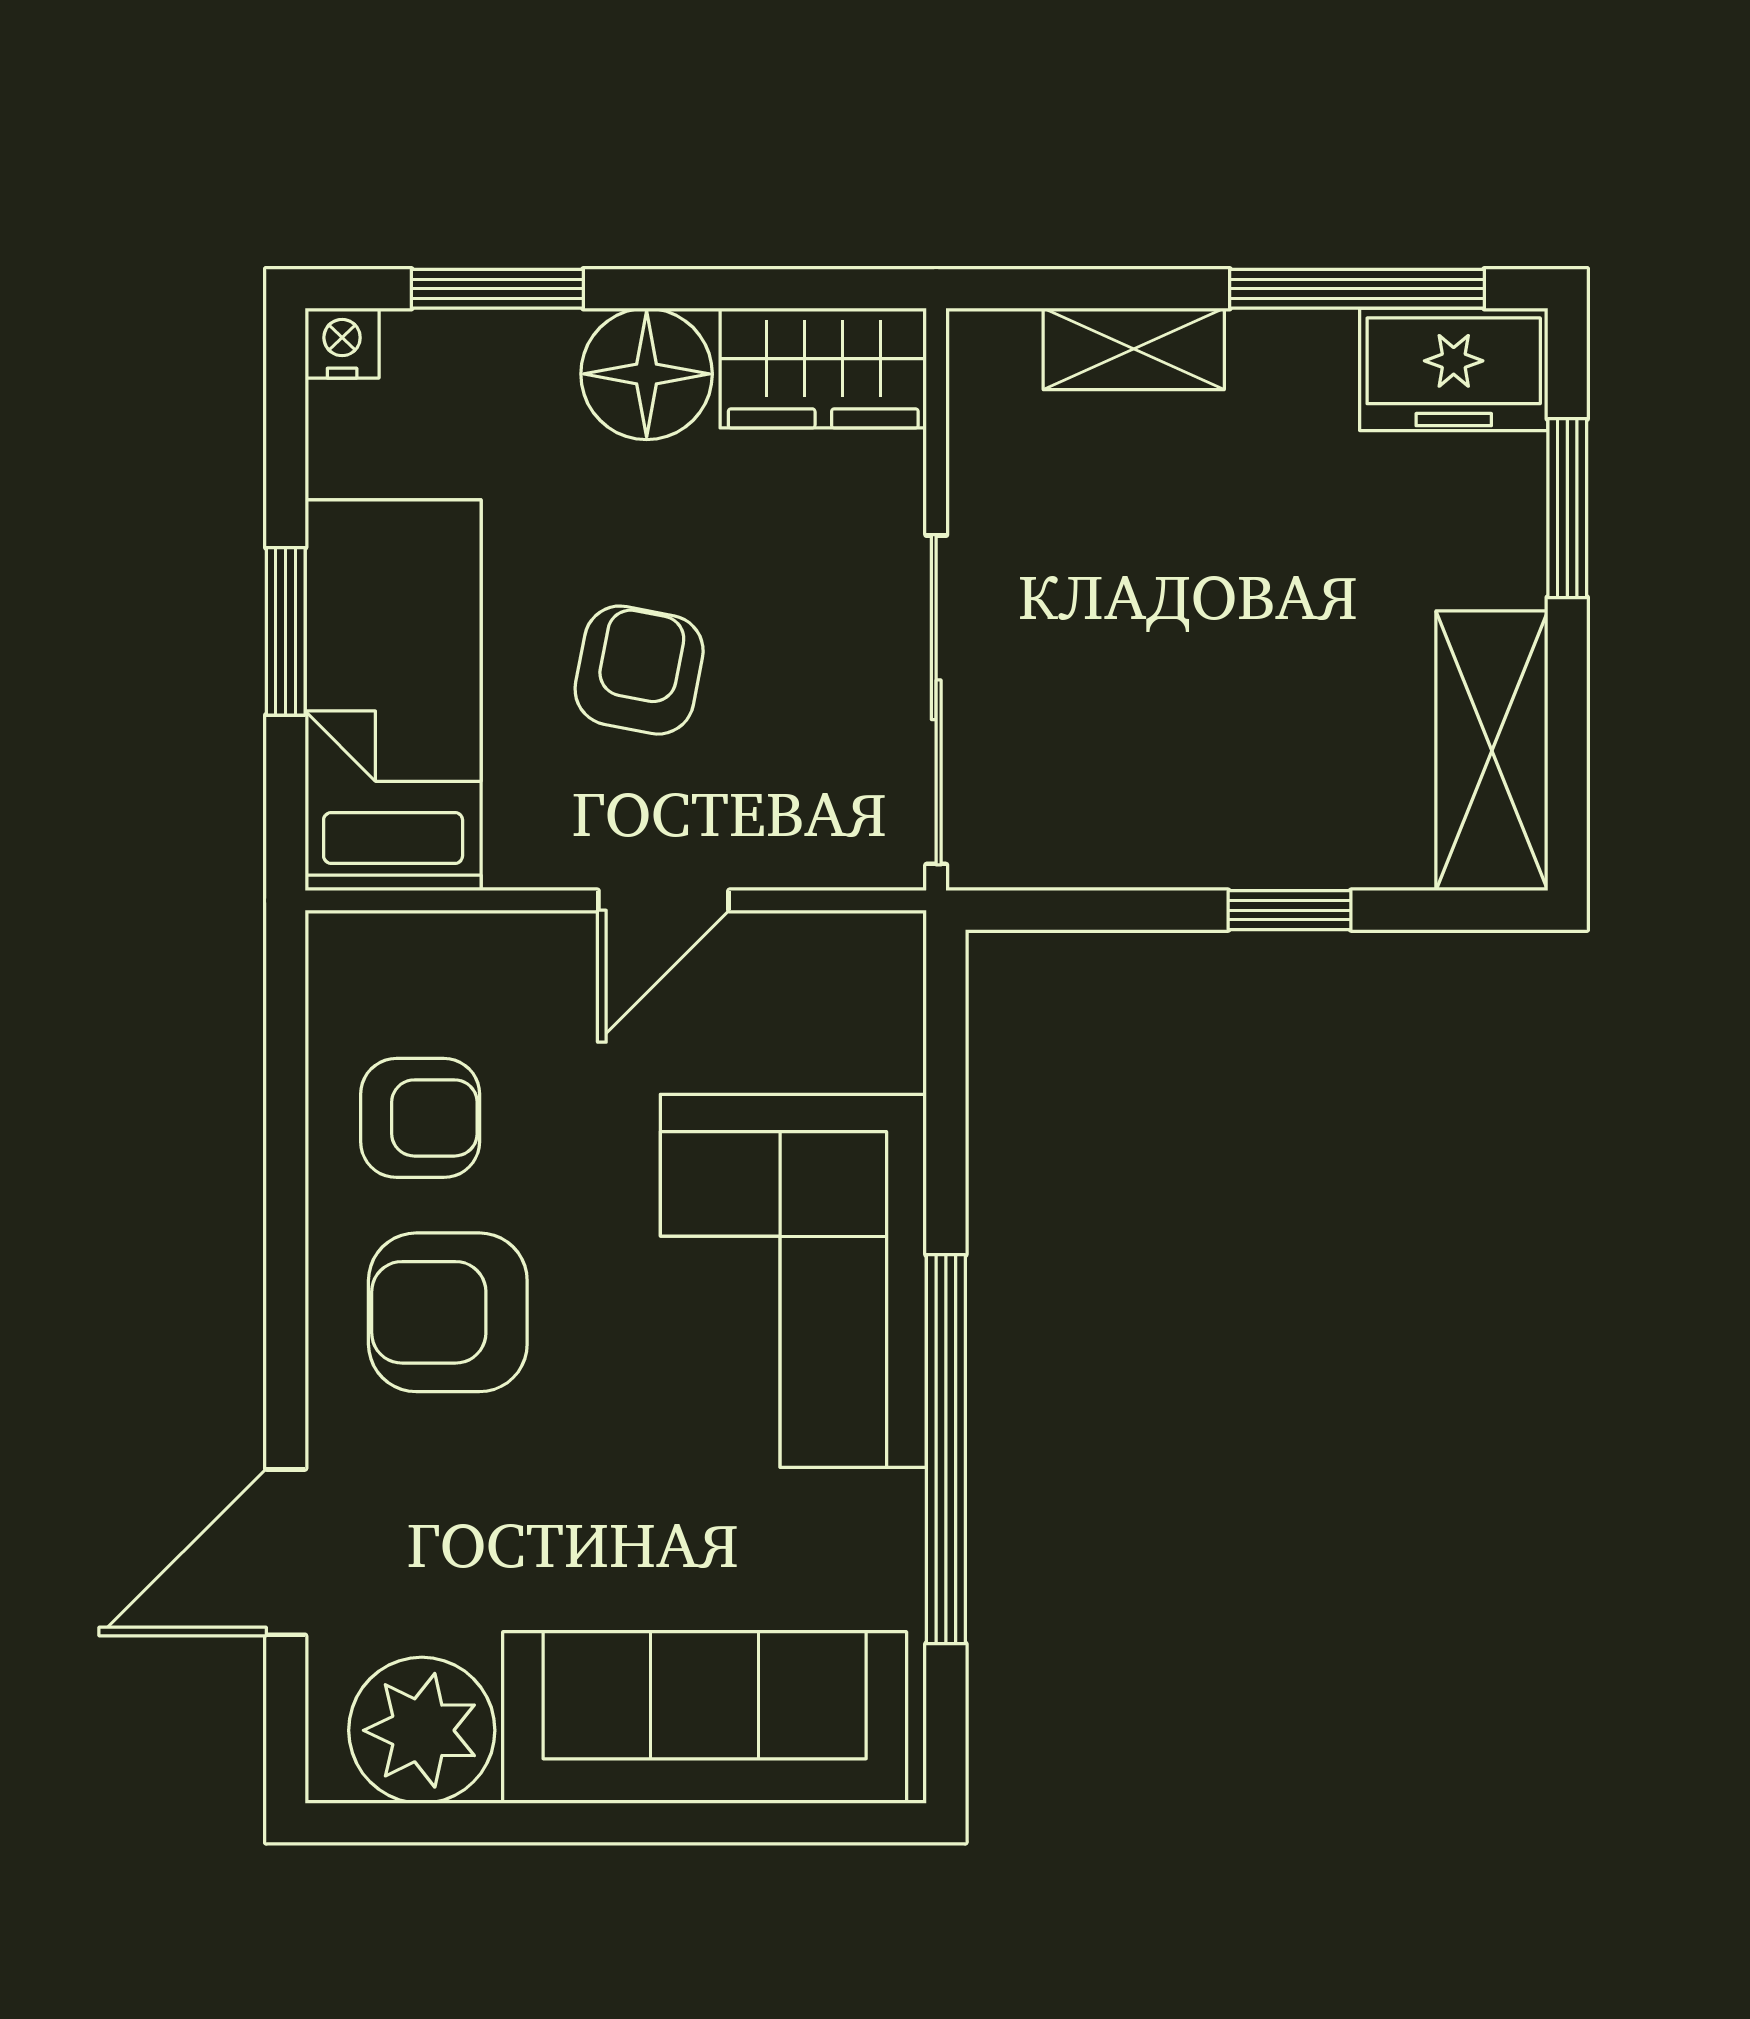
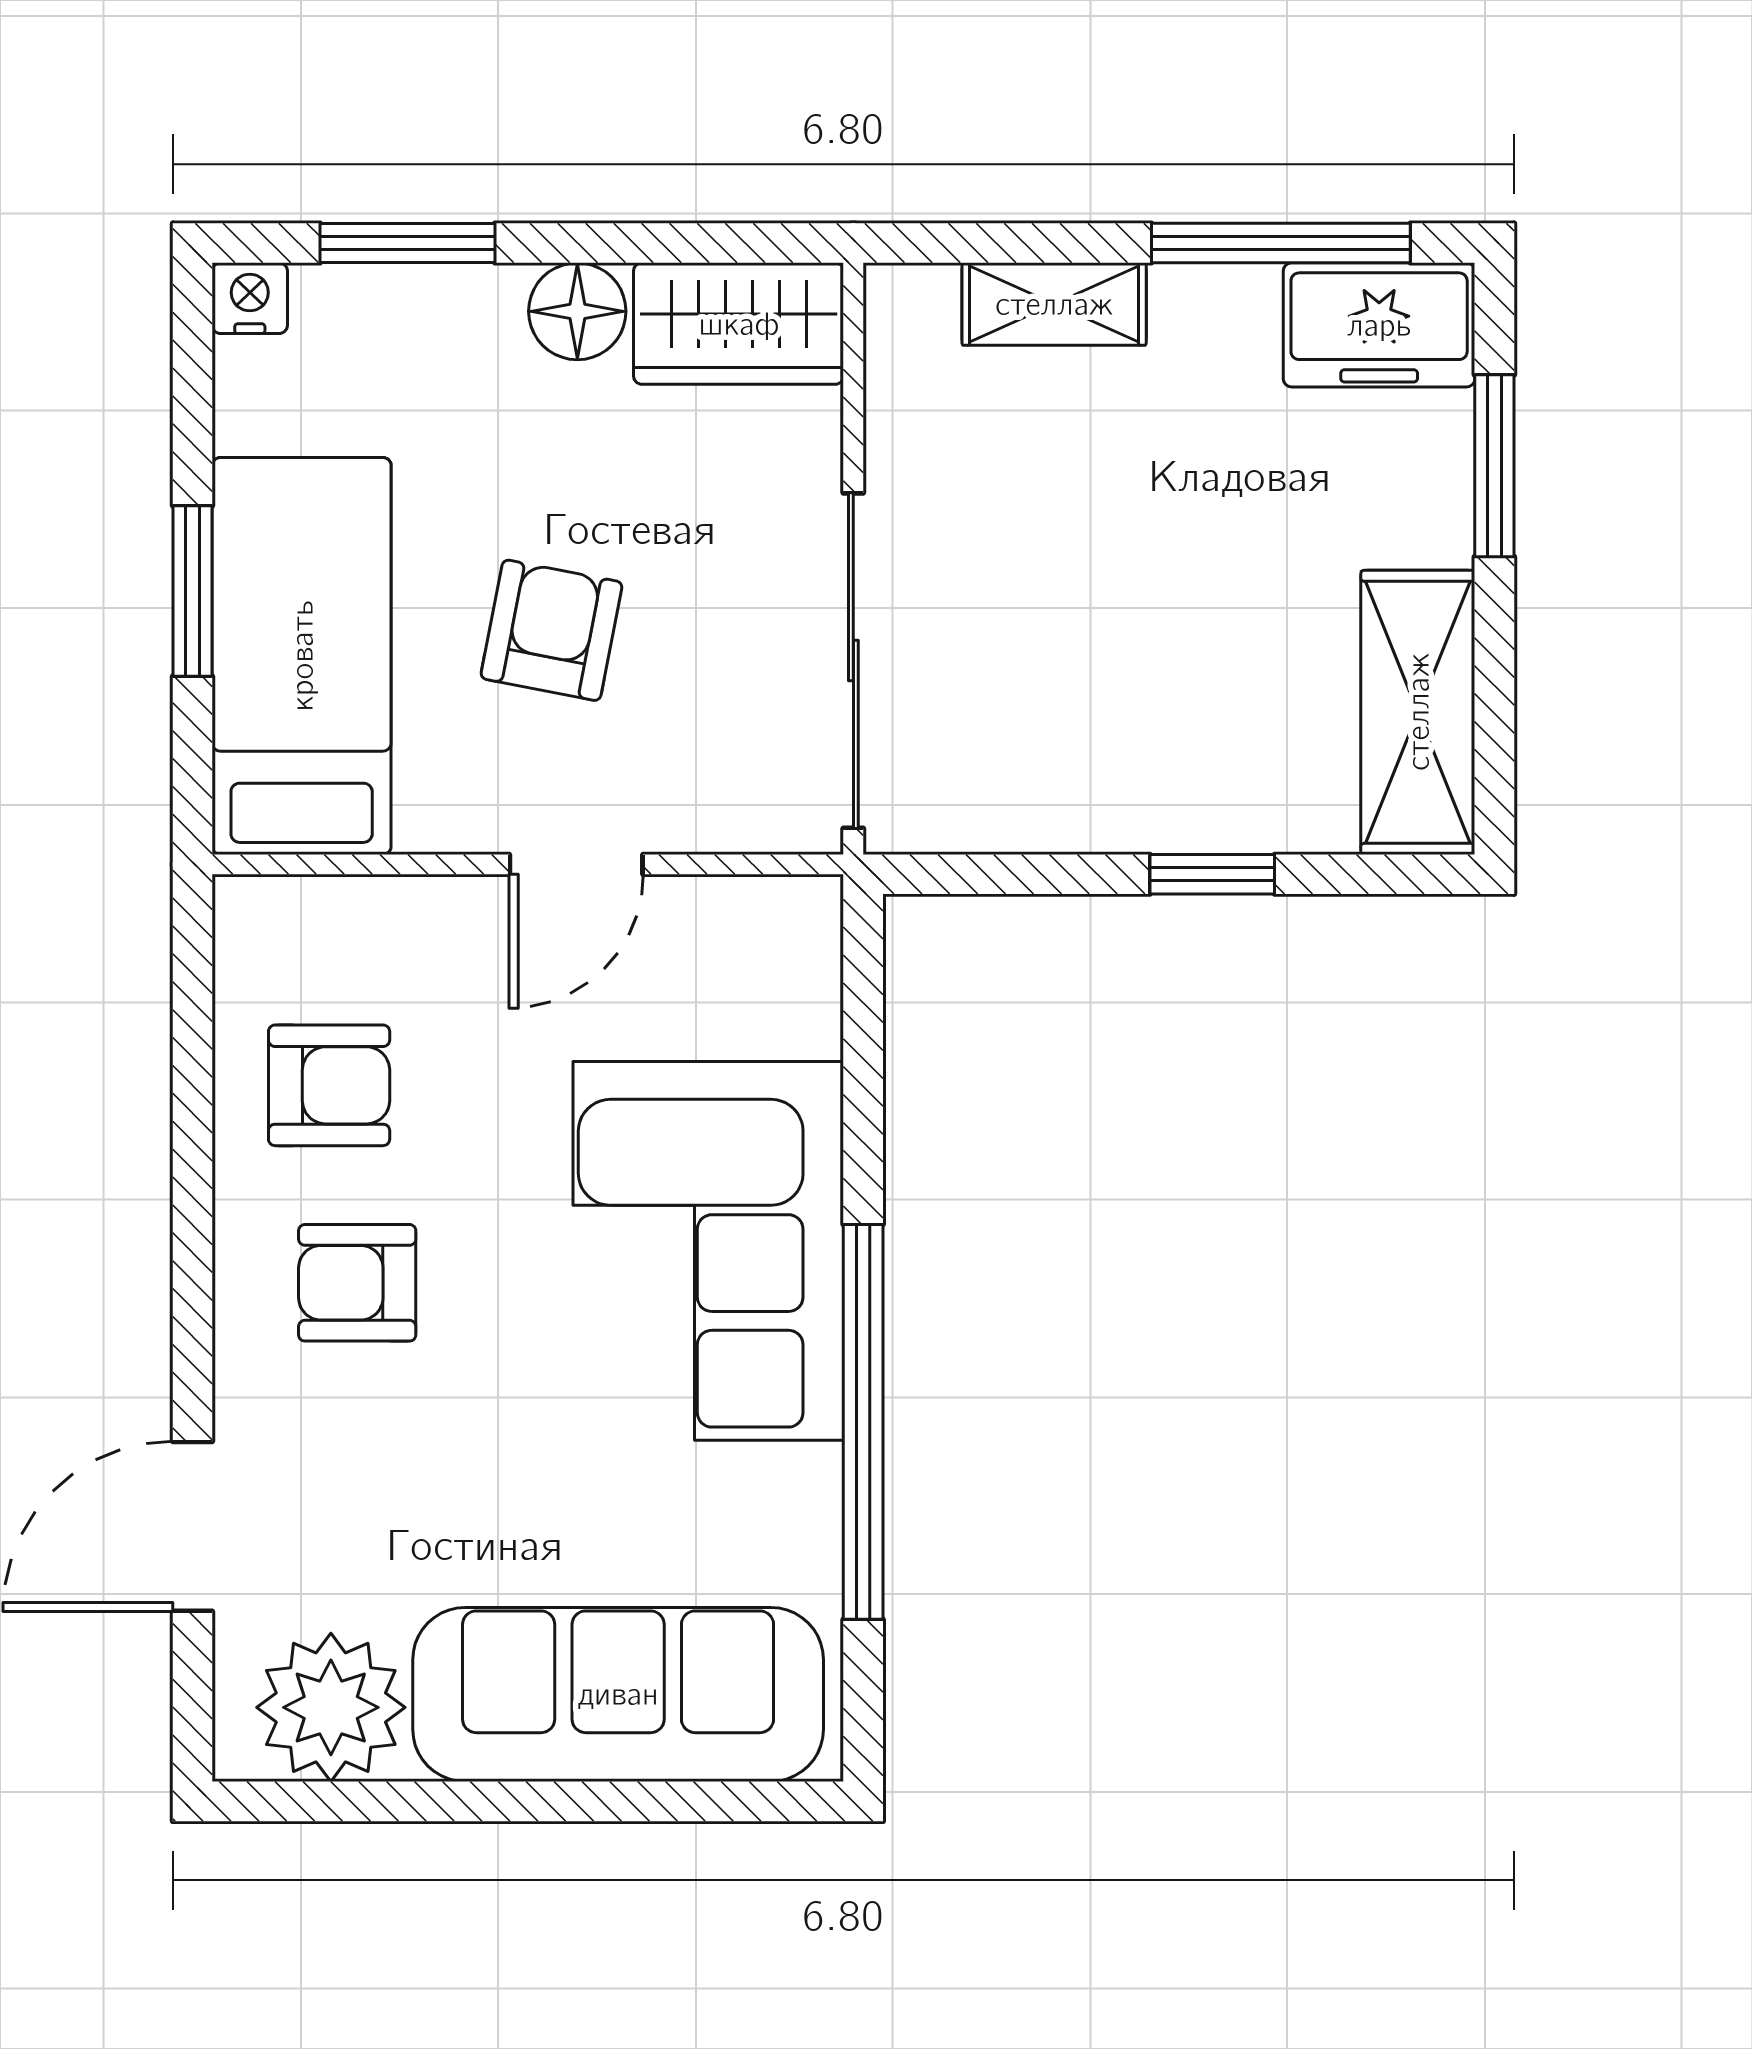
floor lamp: (647, 374) -> (577, 311), width x0.73, depth x0.73
armchair: (448, 1312) -> (357, 1283), width x0.72, depth x0.72

